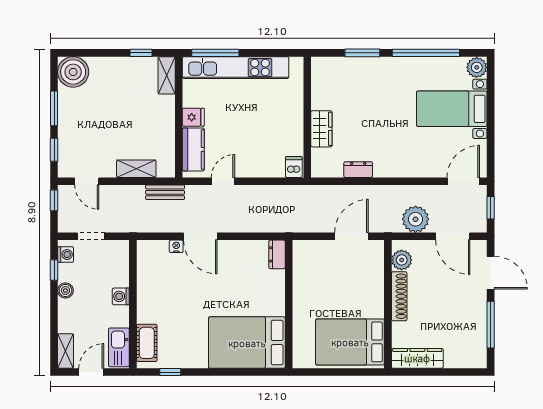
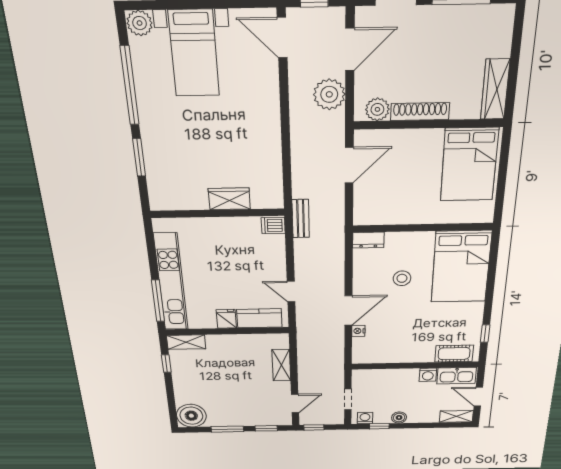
dresser: (358, 170) -> (273, 159), removed
bench: (165, 192) -> (301, 219), moved
door: (351, 236) -> (349, 165), swing flipped
stool: (235, 287) -> (402, 278), added
washing machine: (121, 296) -> (428, 375), moved

